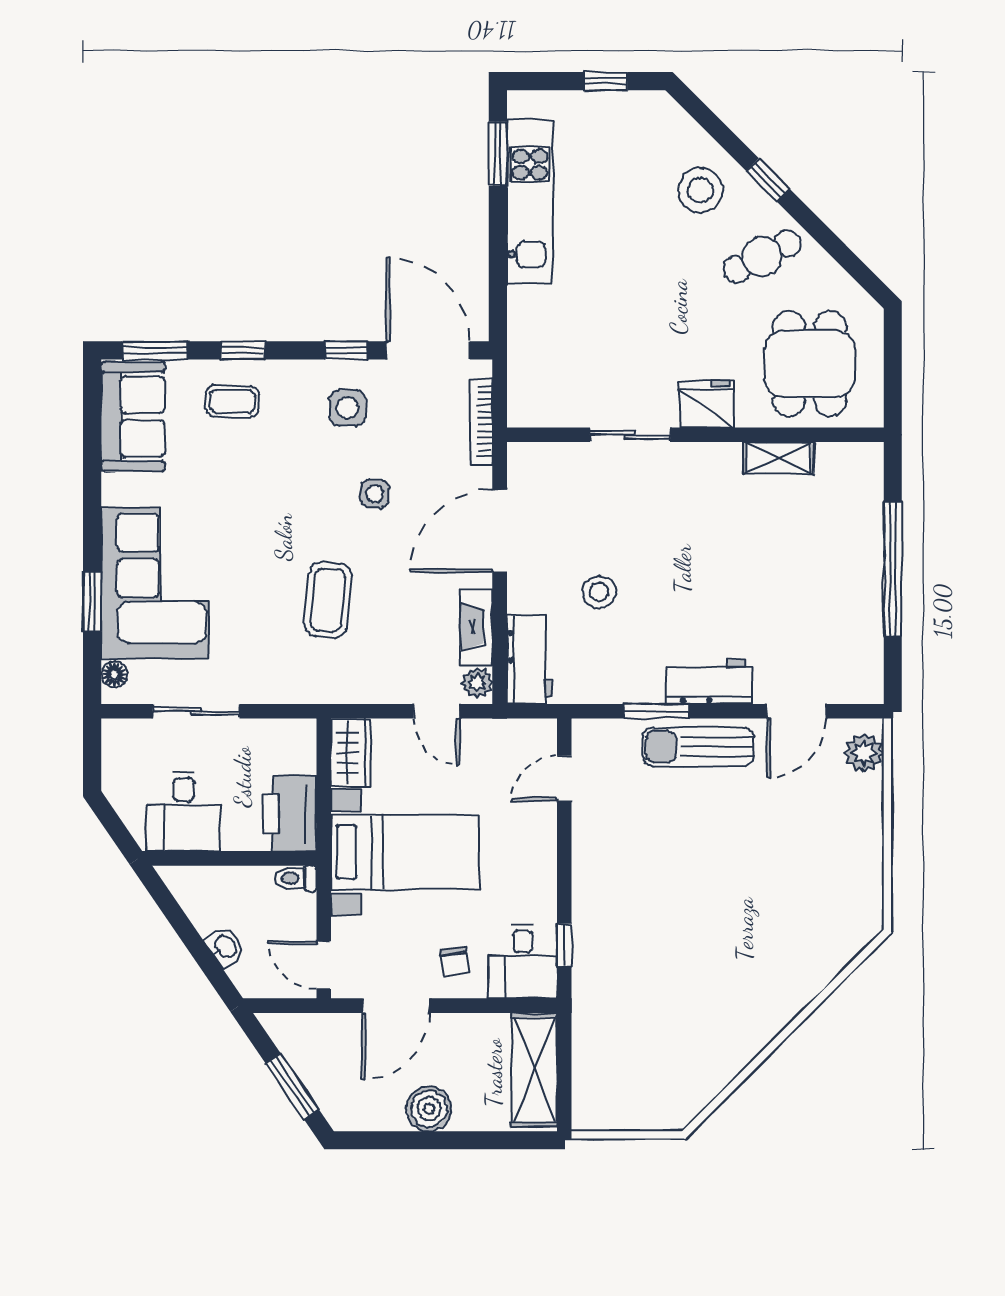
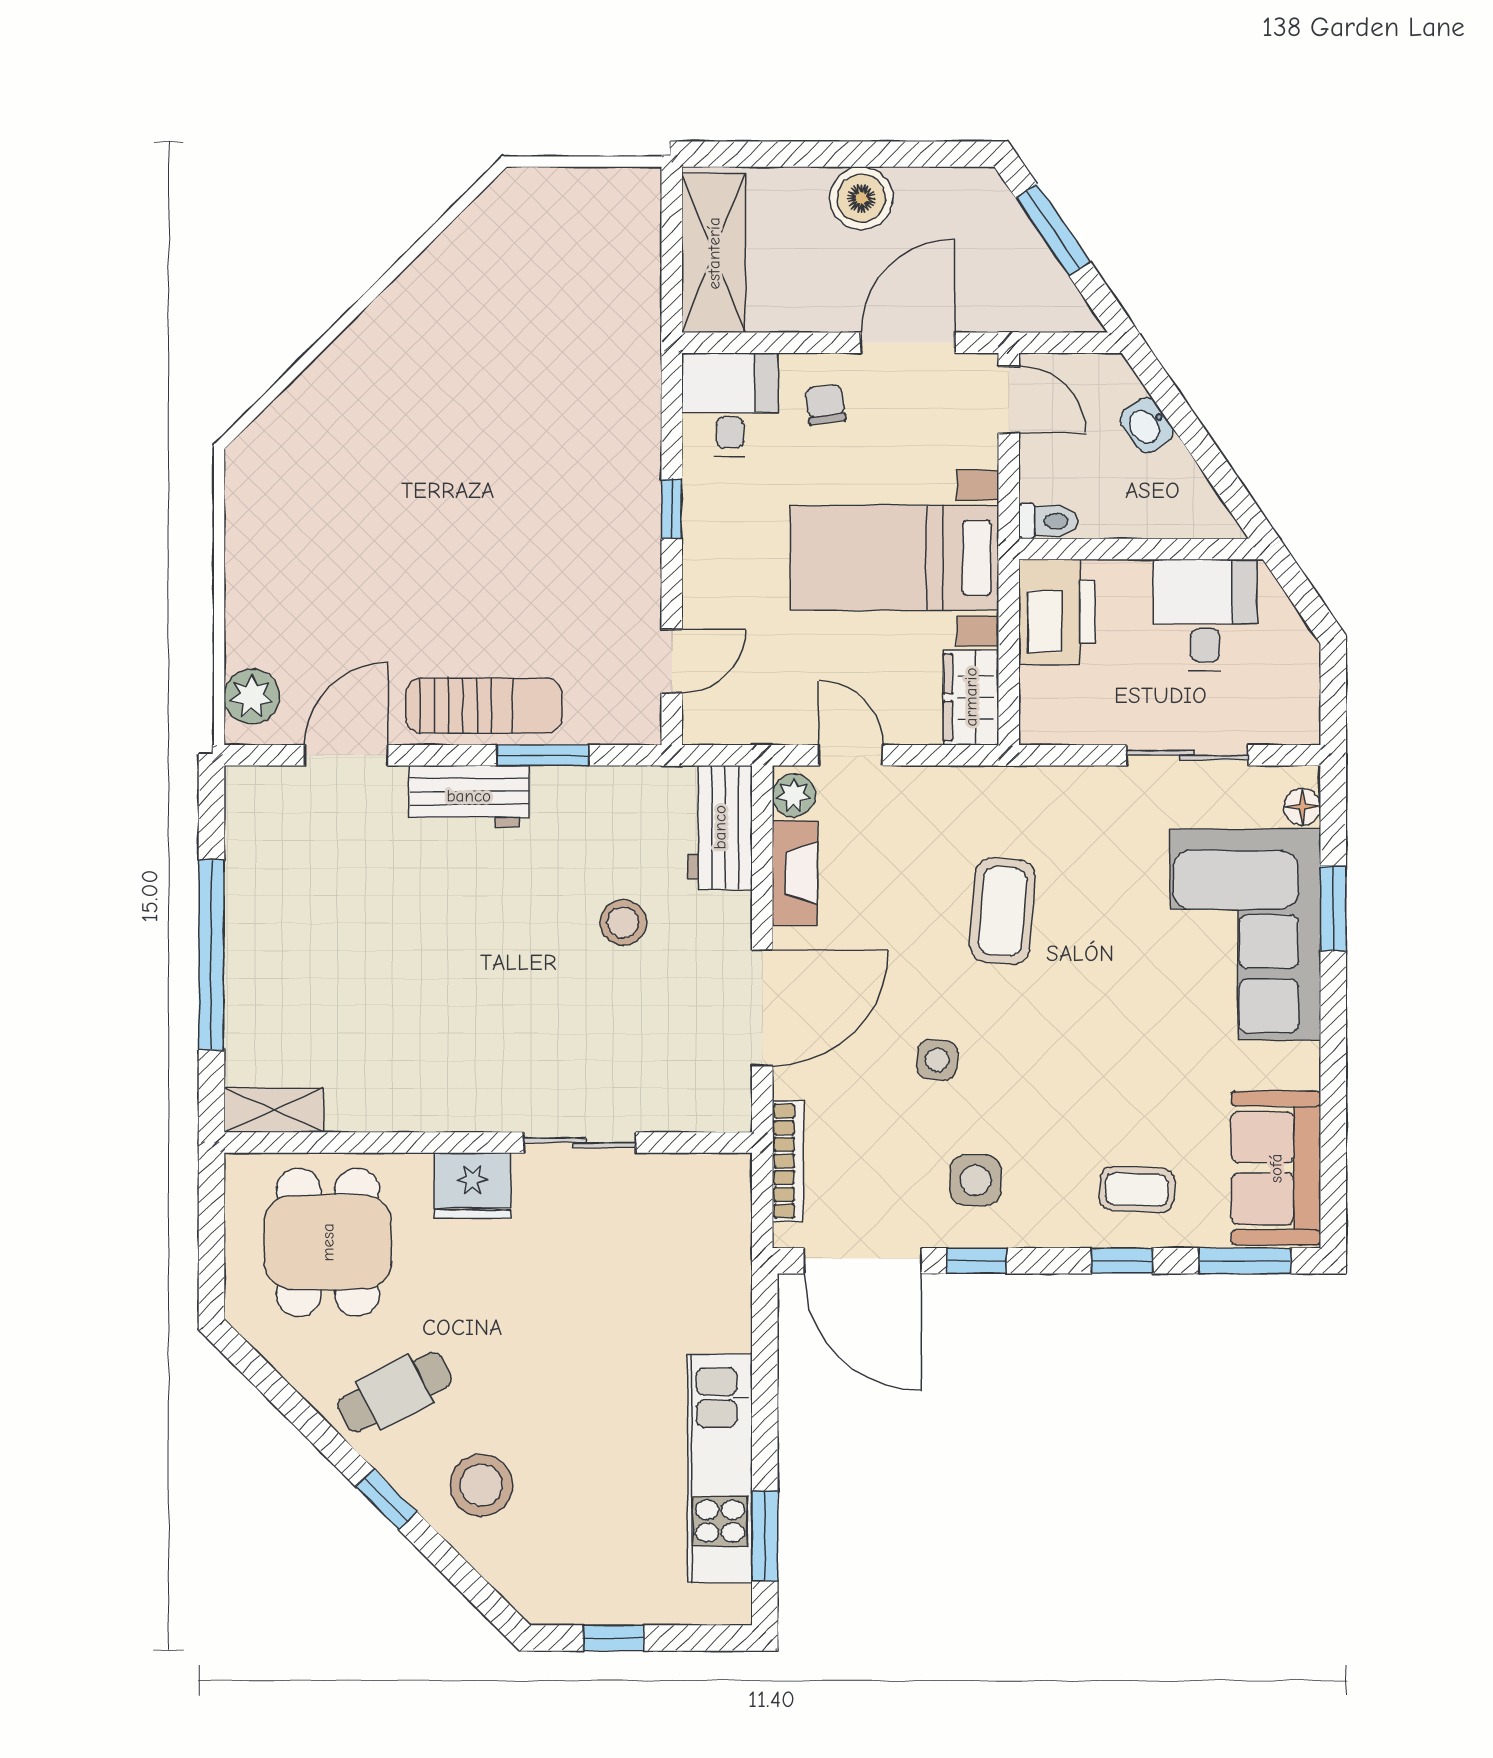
shelving: (778, 458) -> (274, 1110), moved
window: (564, 945) -> (672, 509), moved

